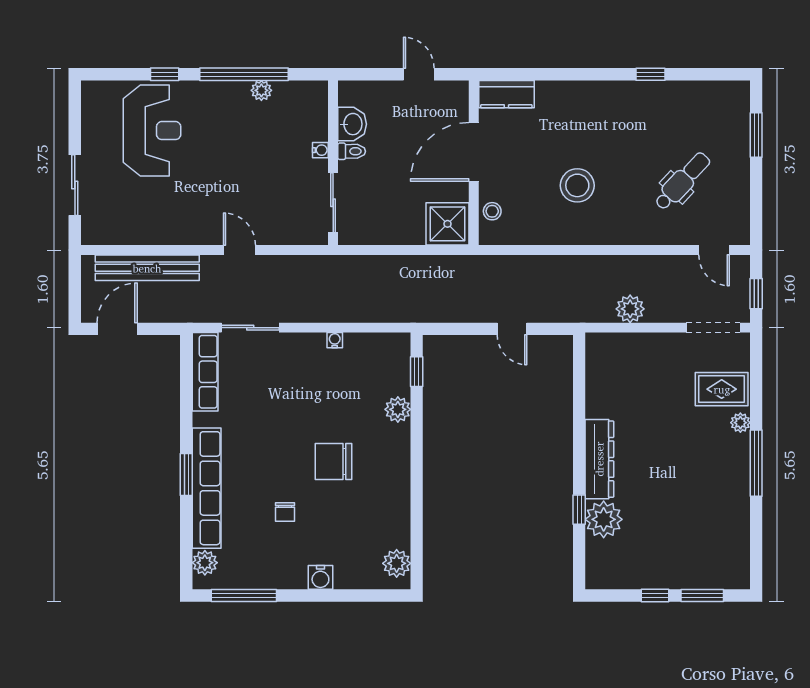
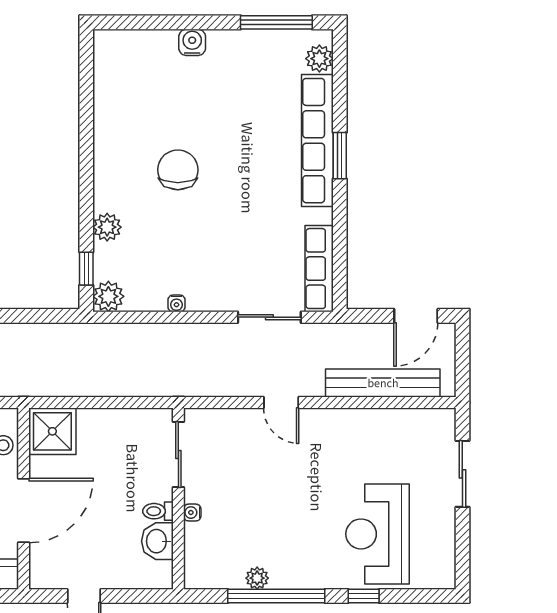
chair: (333, 462) -> (178, 170), turned -90
chair: (285, 512) -> (231, 114), removed
plant: (397, 563) -> (108, 296), moved

